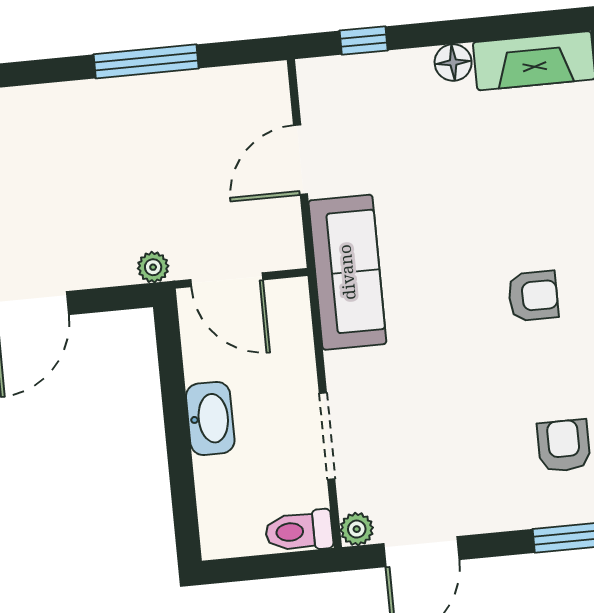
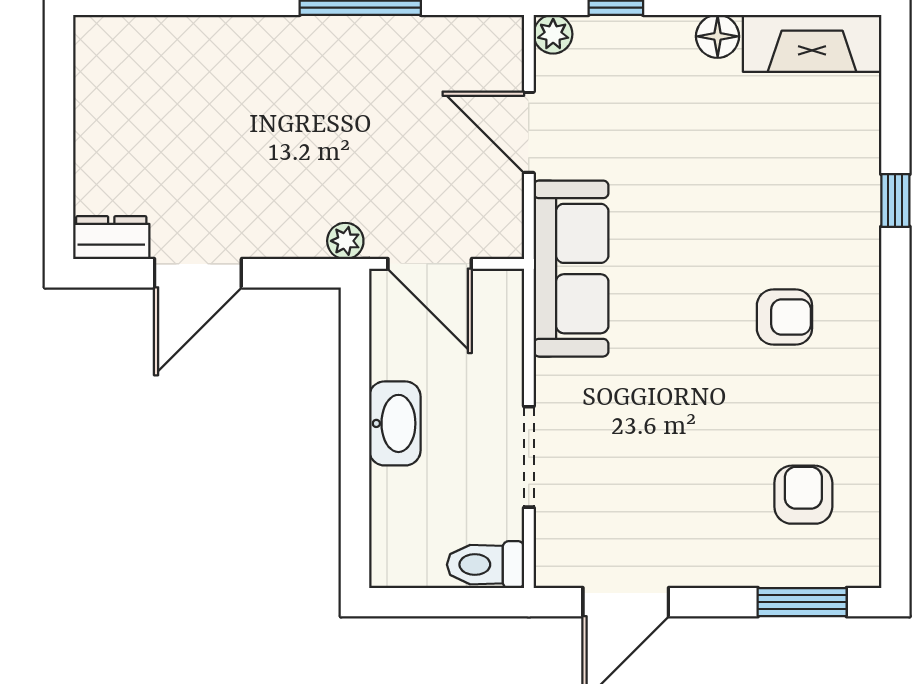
door: (300, 160) -> (529, 132), hinge flipped
plant: (357, 529) -> (553, 34), moved

